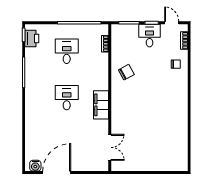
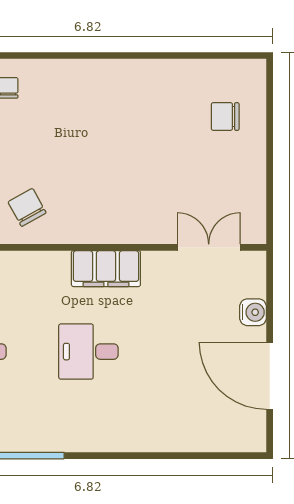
chair: (164, 154) -> (225, 117), added
water cooler: (35, 166) -> (253, 312), moved

